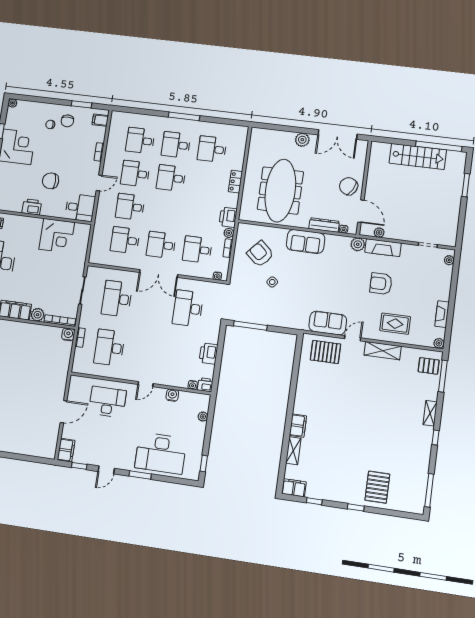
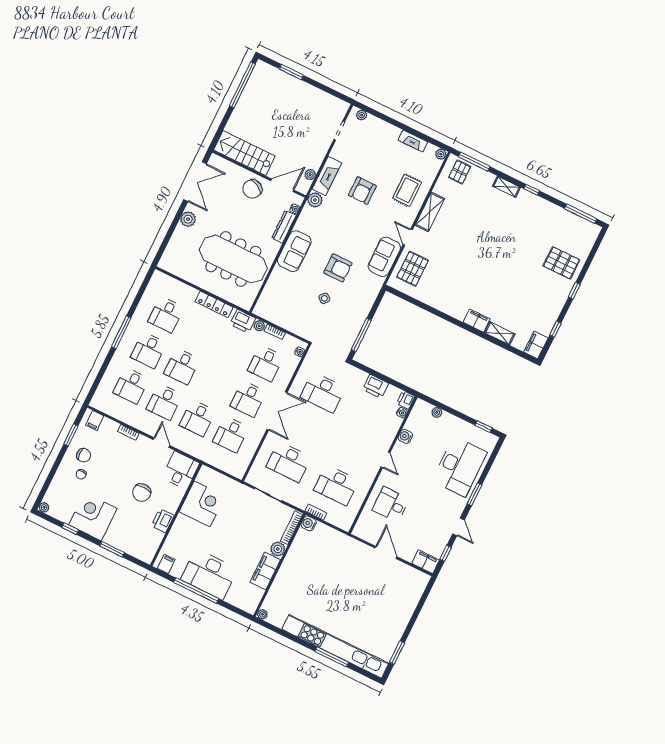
stairs: (418, 156) -> (244, 153), moved, turned -90
locker: (235, 182) -> (214, 304), width x1.53
armchair: (260, 254) -> (338, 268), moved, turned -132
desk: (107, 402) -> (391, 504), width x0.73

